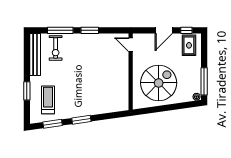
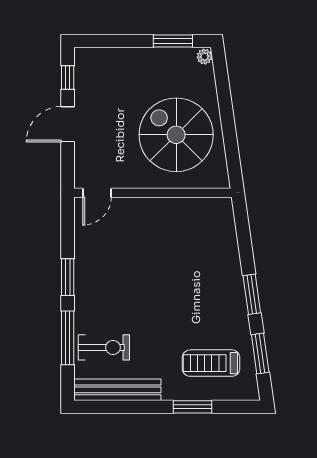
door: (164, 30) -> (68, 124), swing flipped
rug: (189, 45) -> (98, 72), removed
window: (204, 81) -> (173, 41), width x0.69

